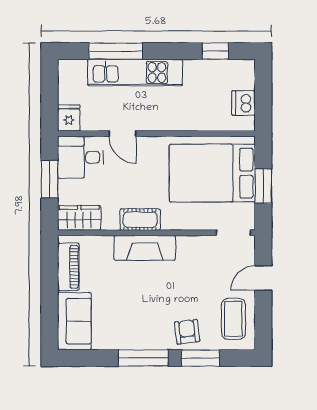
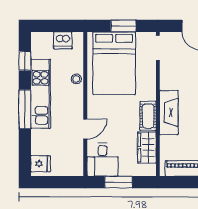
window: (116, 51) -> (25, 109), moved
kitchen unit: (135, 73) -> (41, 94), moved
fridge: (69, 118) -> (40, 164), moved, turned 180
stool: (191, 121) -> (76, 79), added
wardrobe: (79, 218) -> (147, 148), moved

